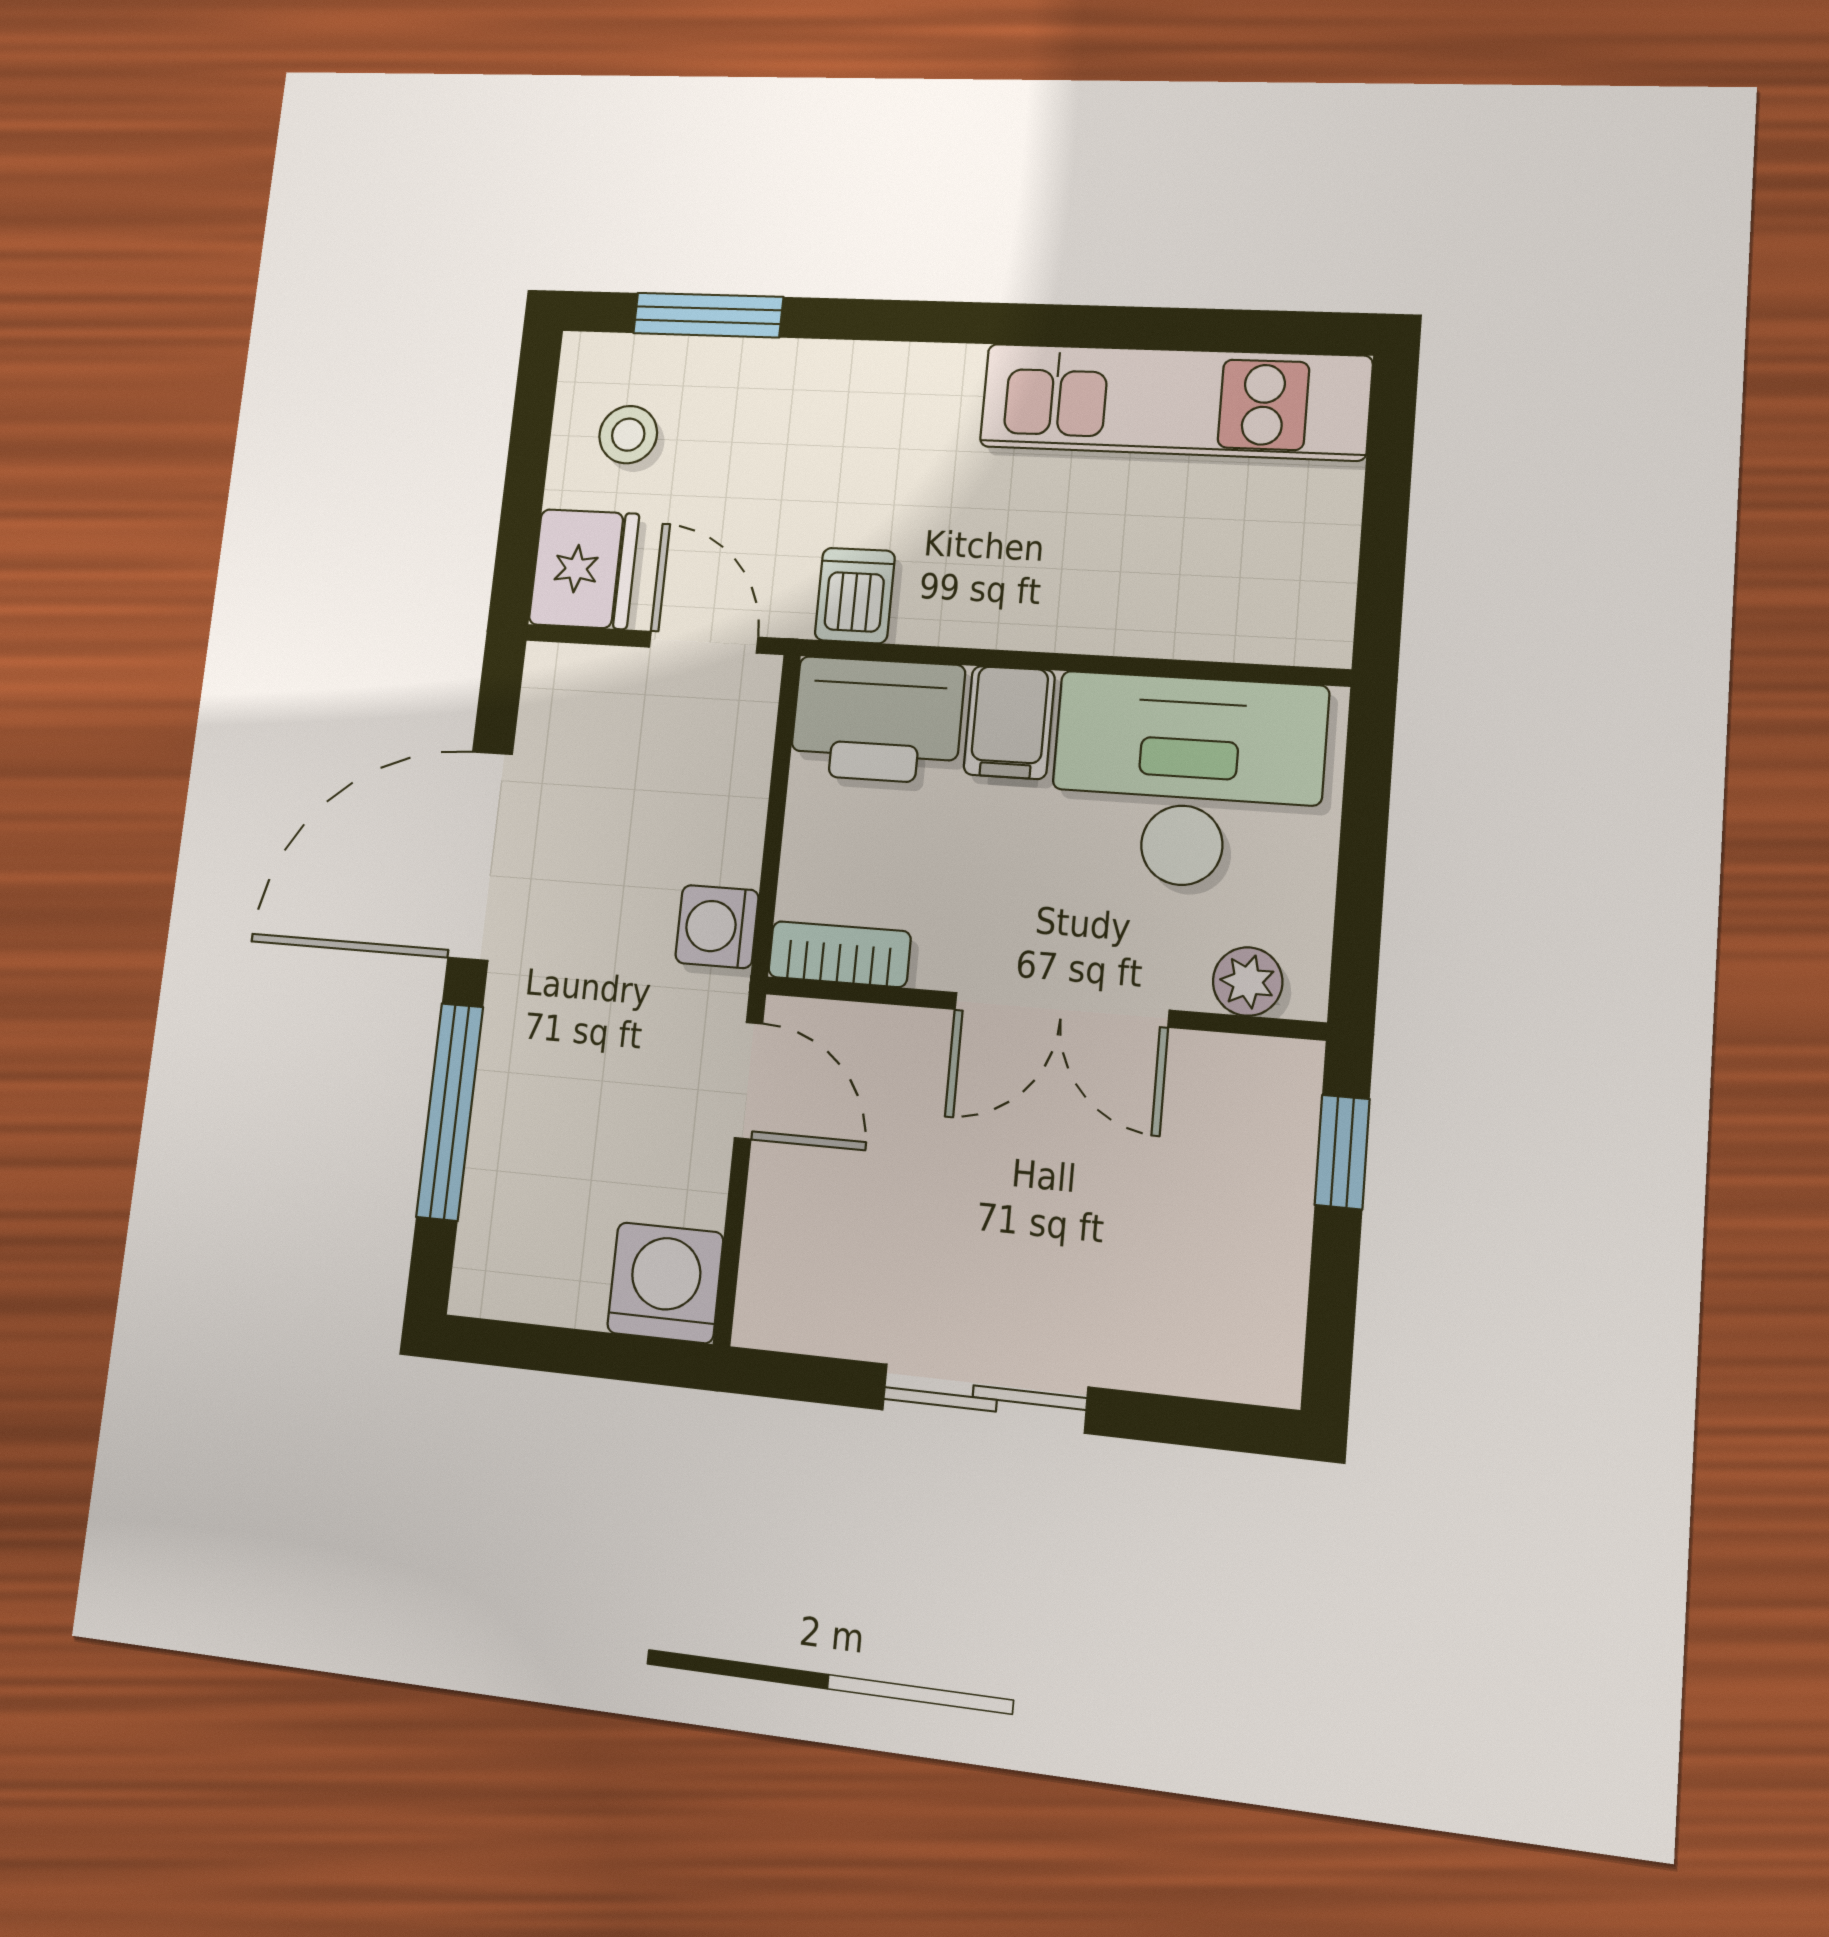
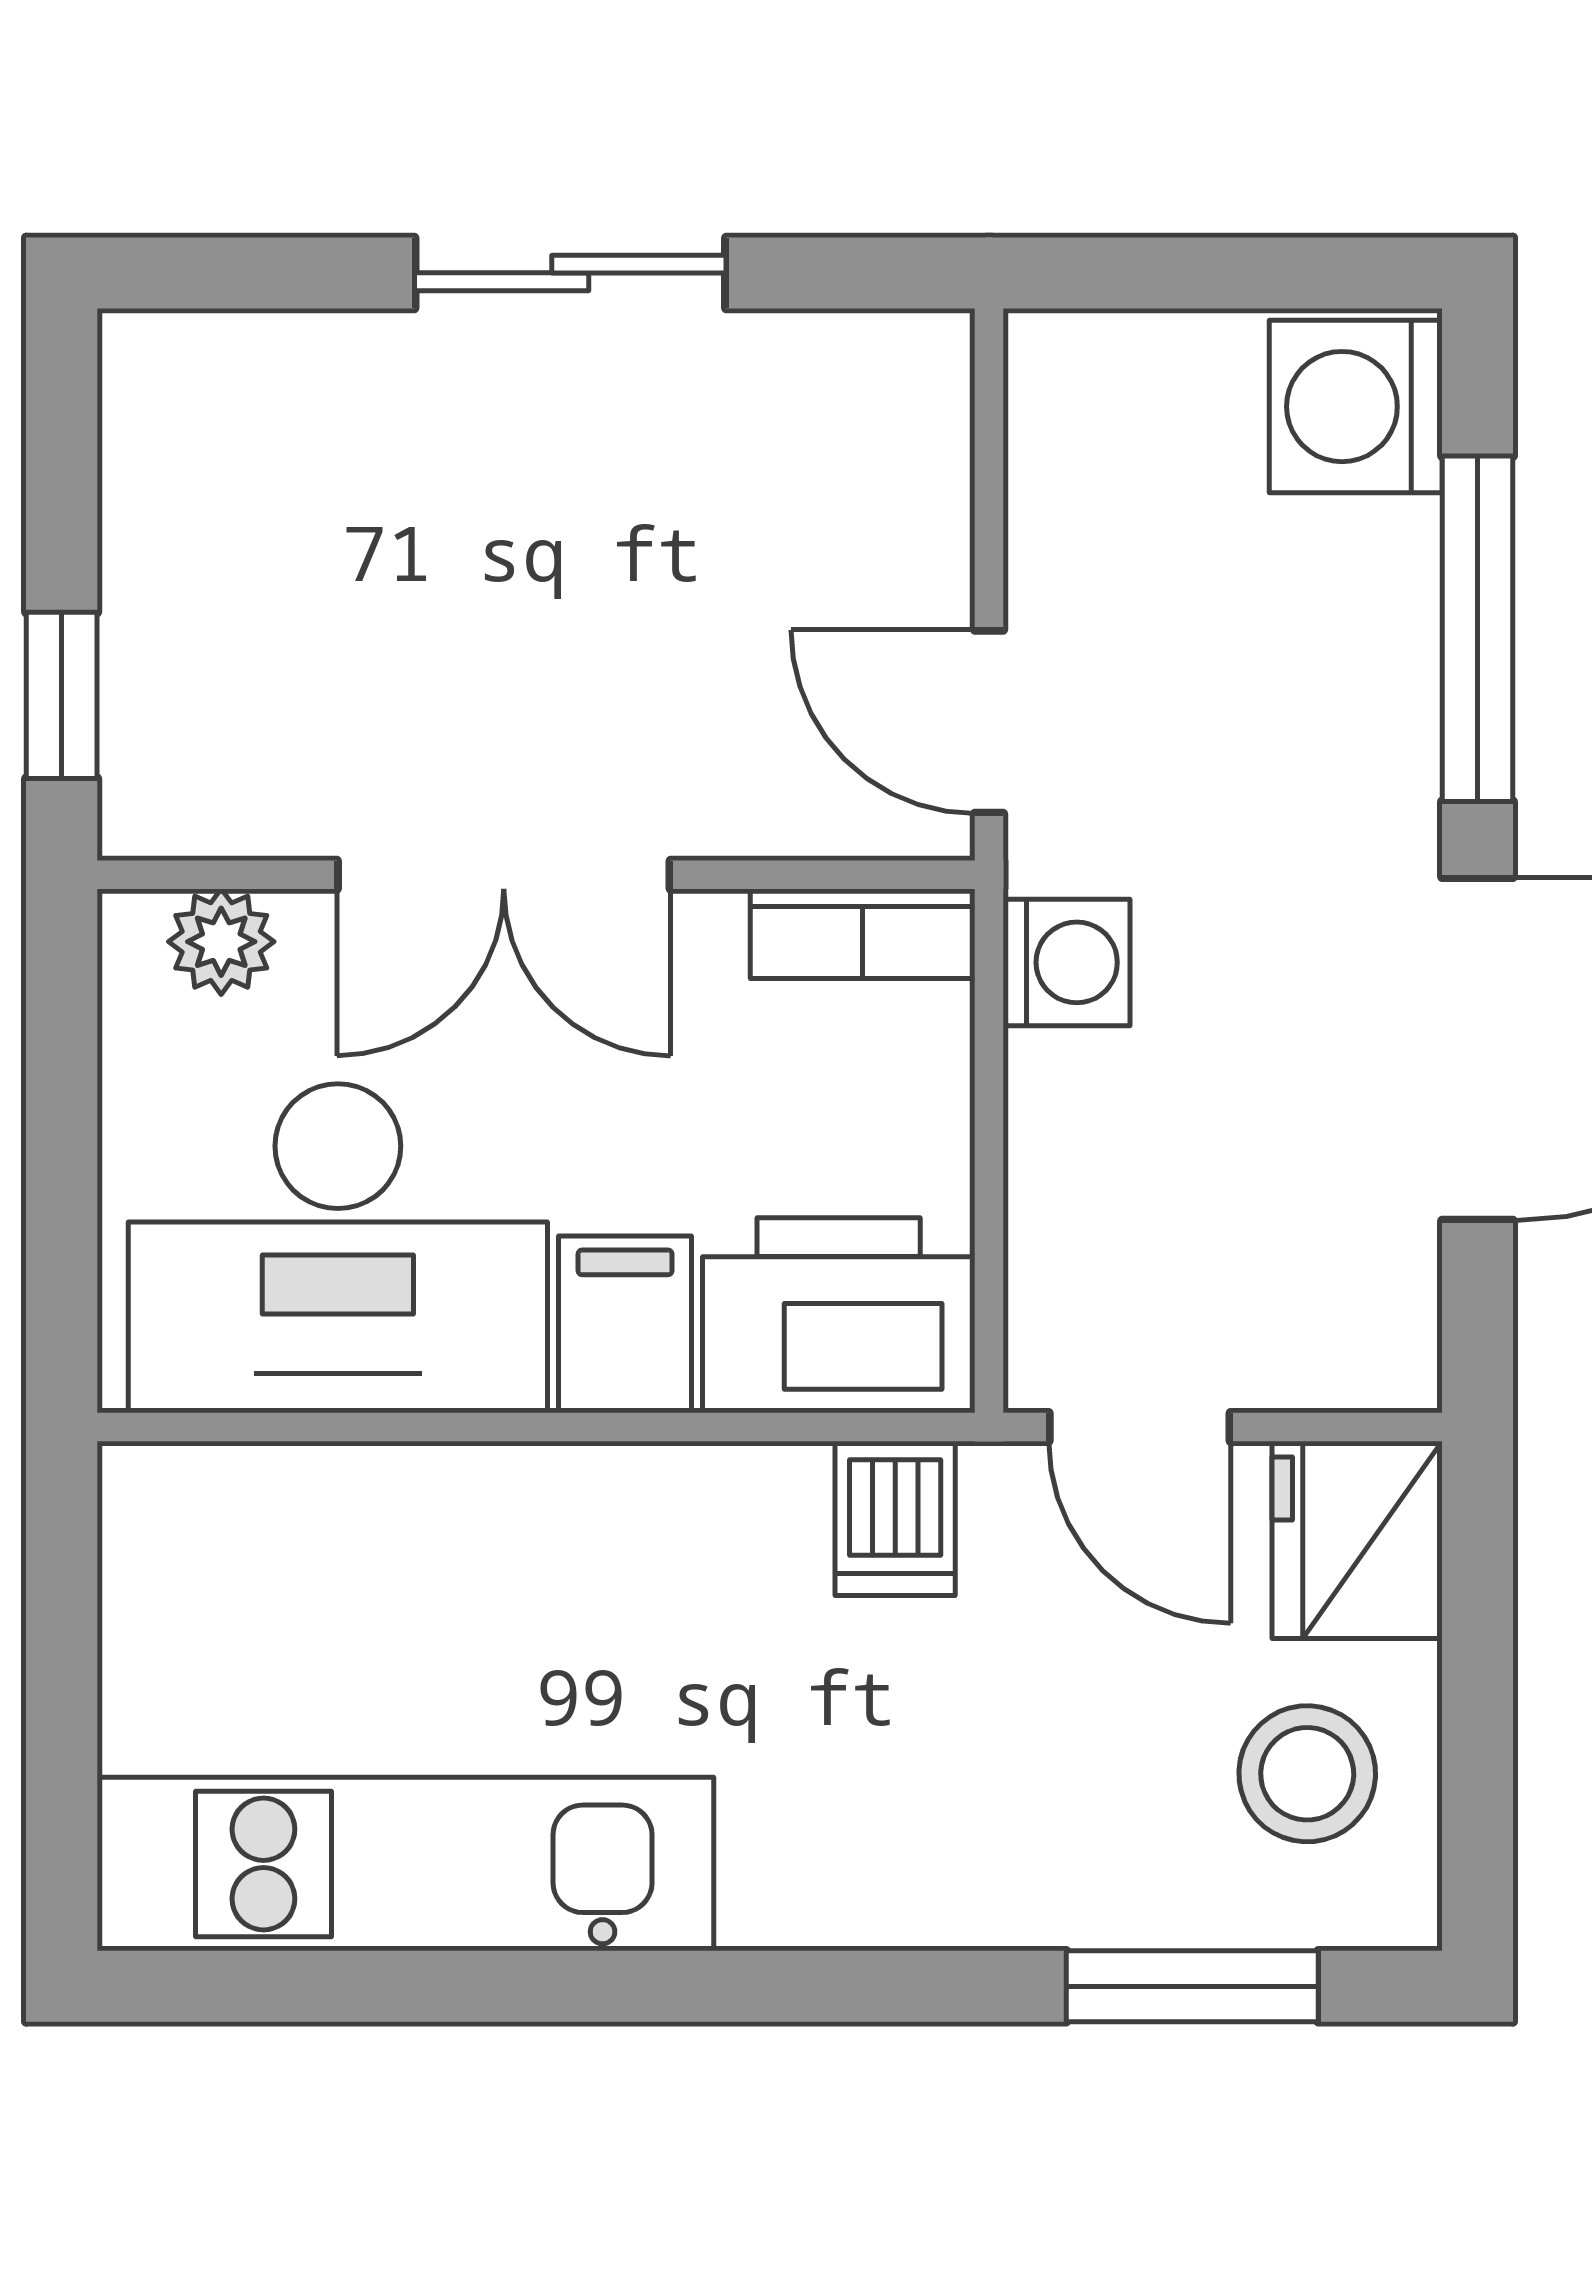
stool: (628, 435) -> (1307, 1774), width x1.37, depth x1.37
double door: (1061, 1010) -> (504, 875), swing flipped
washing machine: (665, 1283) -> (1356, 407), moved, turned 90

